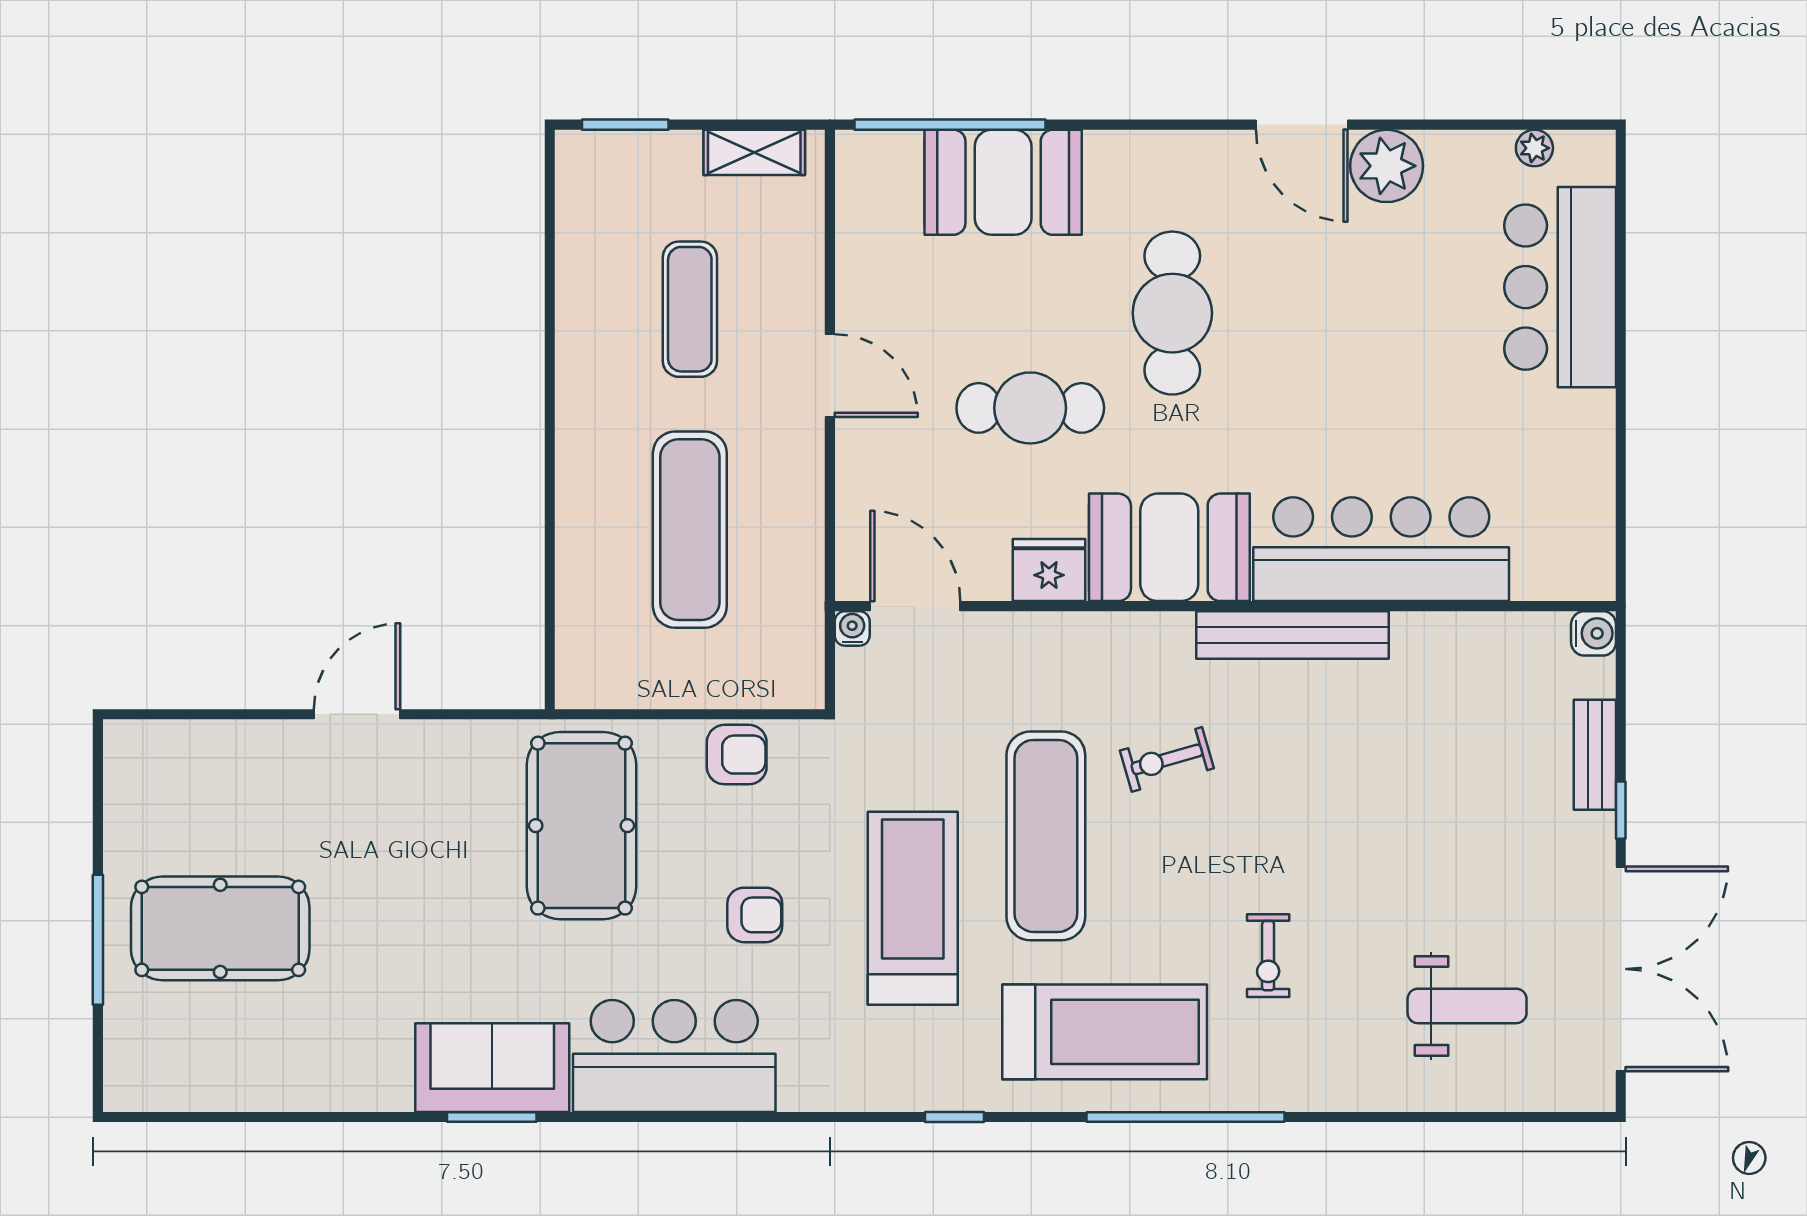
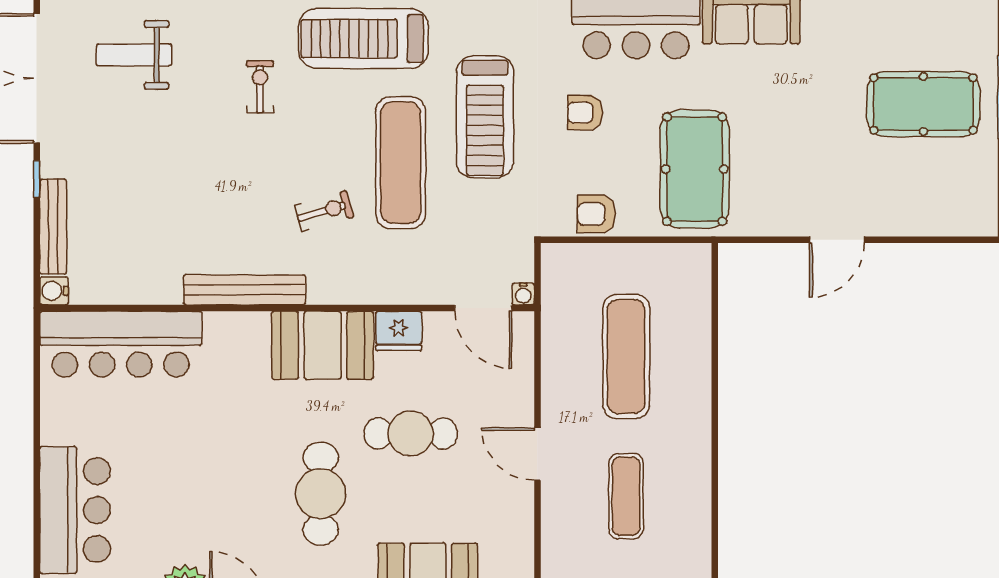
bar counter: (1381, 549) -> (121, 344), moved
bench: (1595, 755) -> (53, 227), width x1.36

